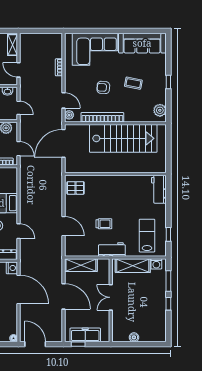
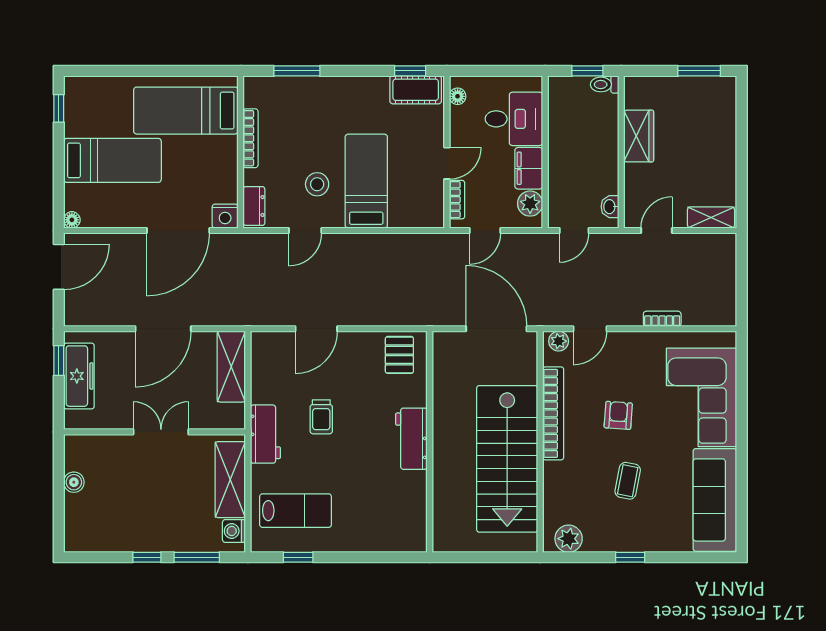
workbench: (159, 189) -> (411, 439), moved, turned -90

